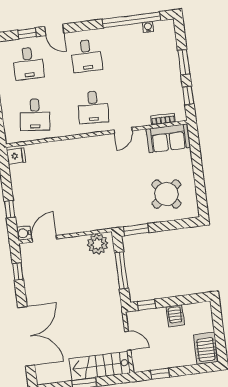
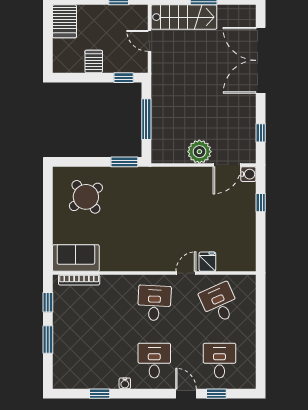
window: (131, 20) -> (100, 394), width x0.32
water cooler: (148, 27) -> (125, 383), moved
desk: (35, 115) -> (219, 303), turned -30
bookcase: (163, 119) -> (79, 280), width x1.56
door: (123, 130) -> (186, 273), moved
fridge: (16, 156) -> (207, 262), moved, turned 90
plant: (98, 244) -> (199, 152), moved

